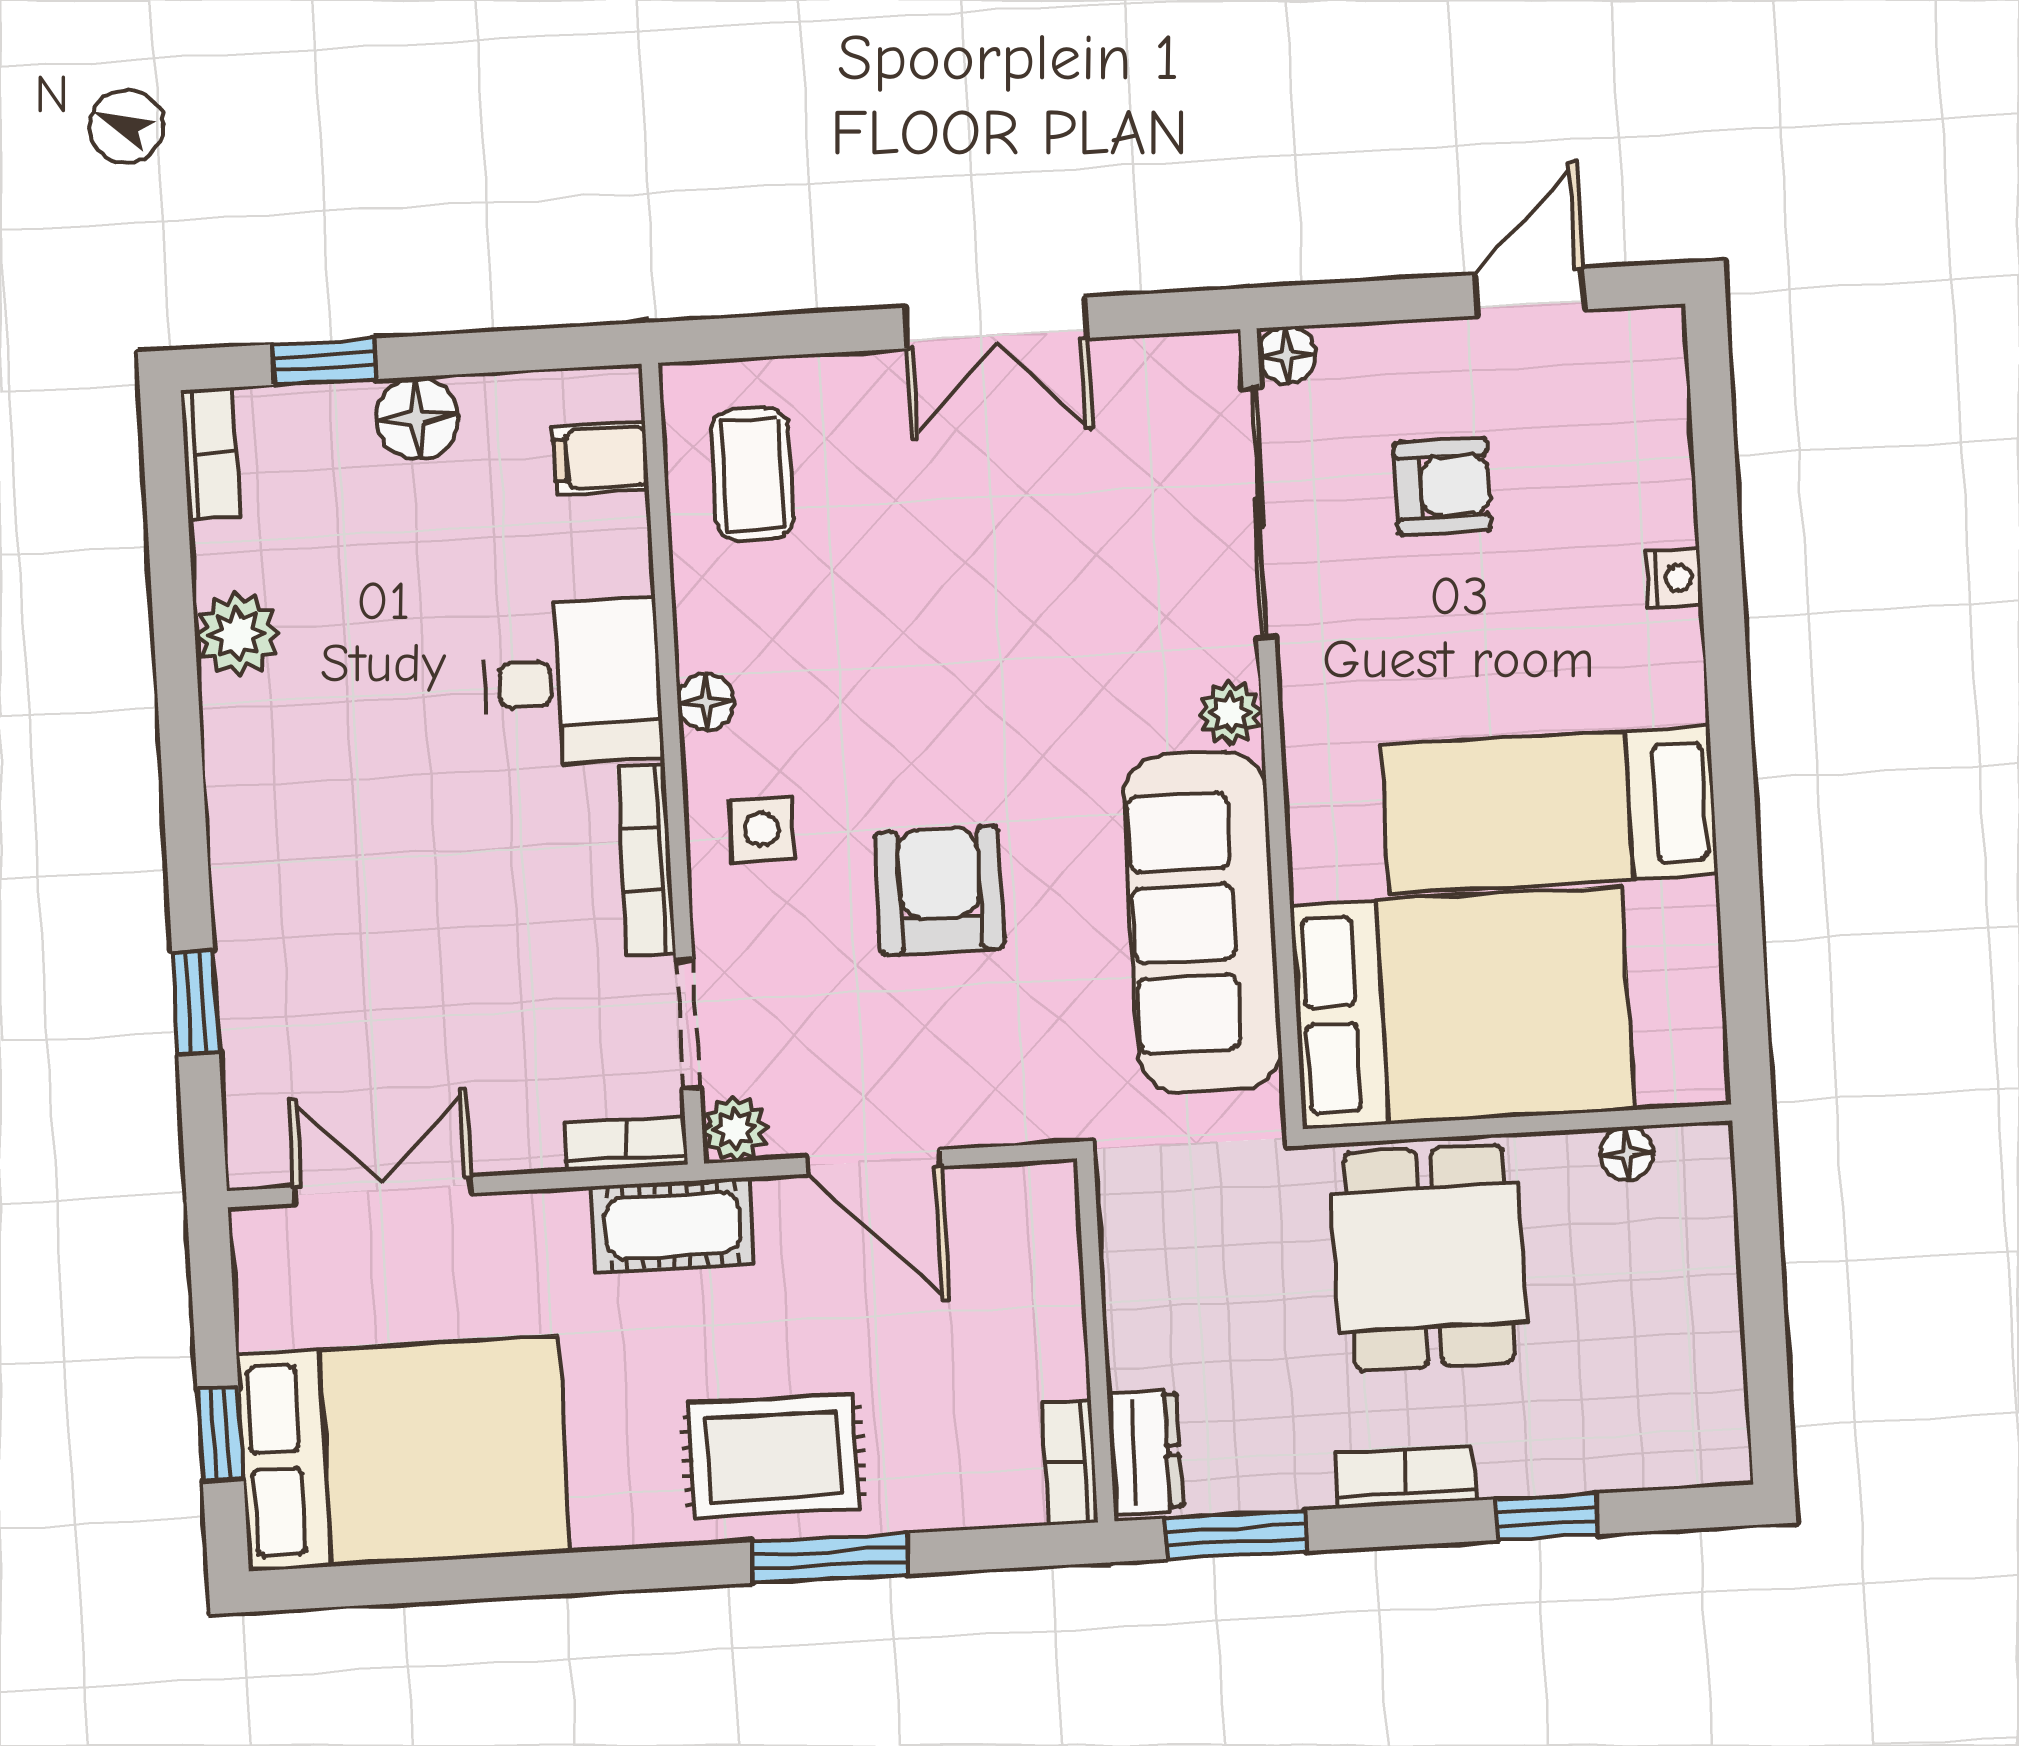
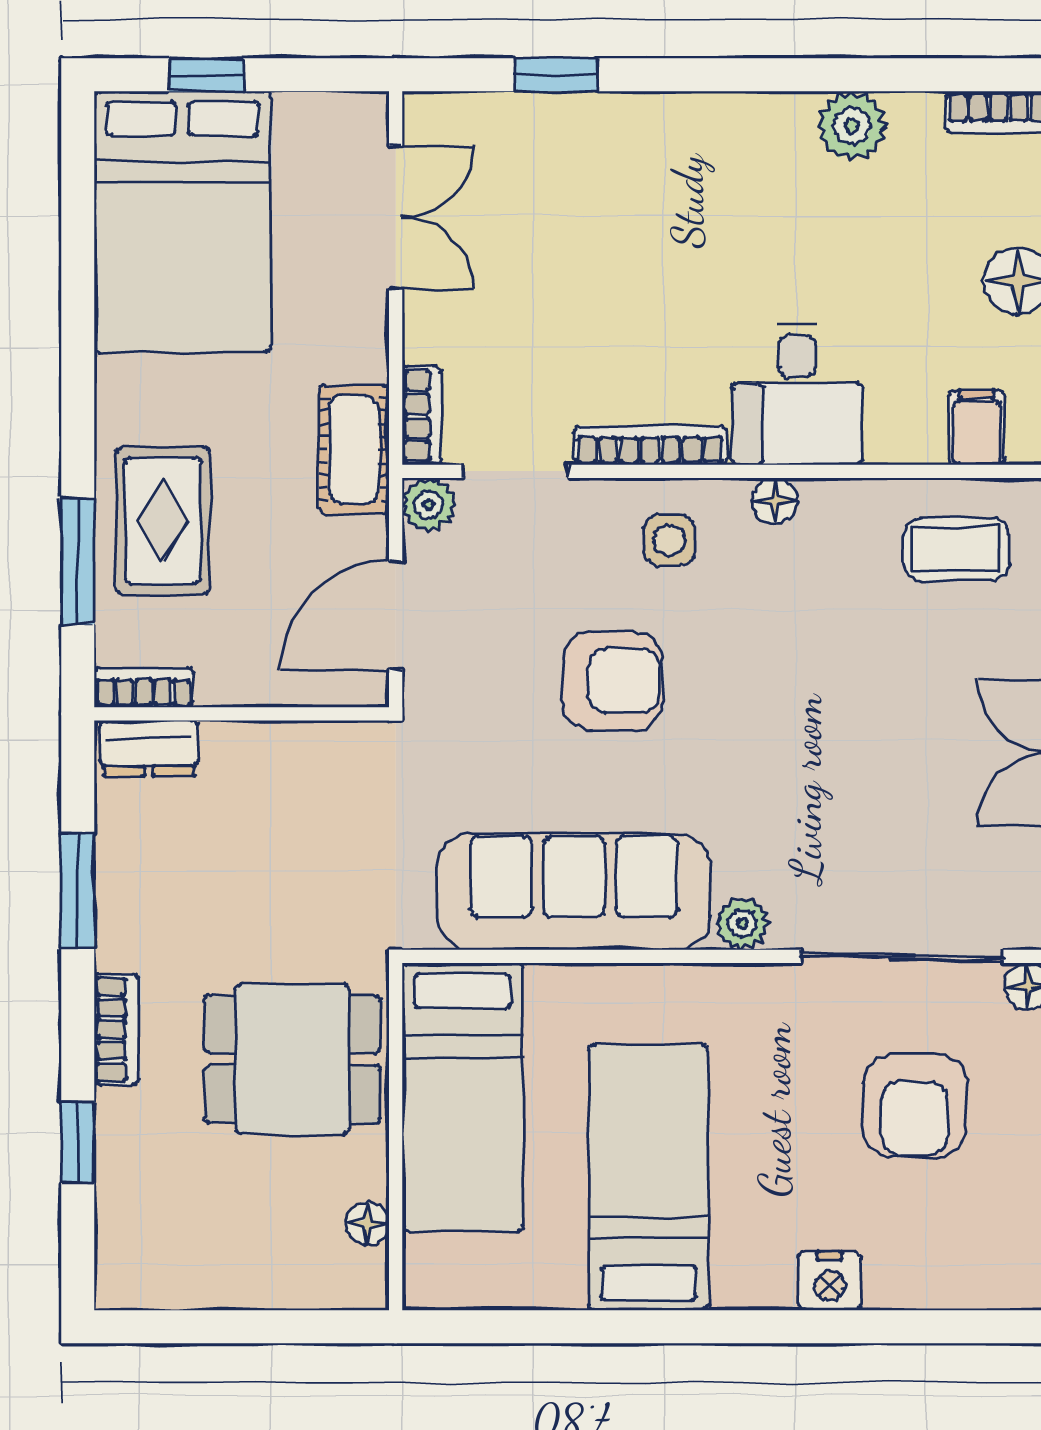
armchair: (1442, 486) -> (915, 1106), width x1.38, depth x1.38
nightstand: (1674, 578) -> (830, 1281), width x1.39, depth x1.35
bed: (1462, 1008) -> (463, 1097), width x0.67
wall: (1096, 1340) -> (242, 714), moved
dresser: (1145, 1452) -> (149, 748), moved
bookcase: (1070, 1463) -> (144, 687), moved

